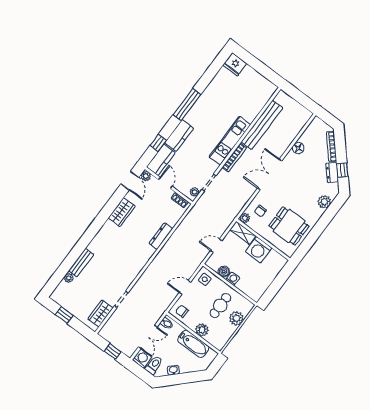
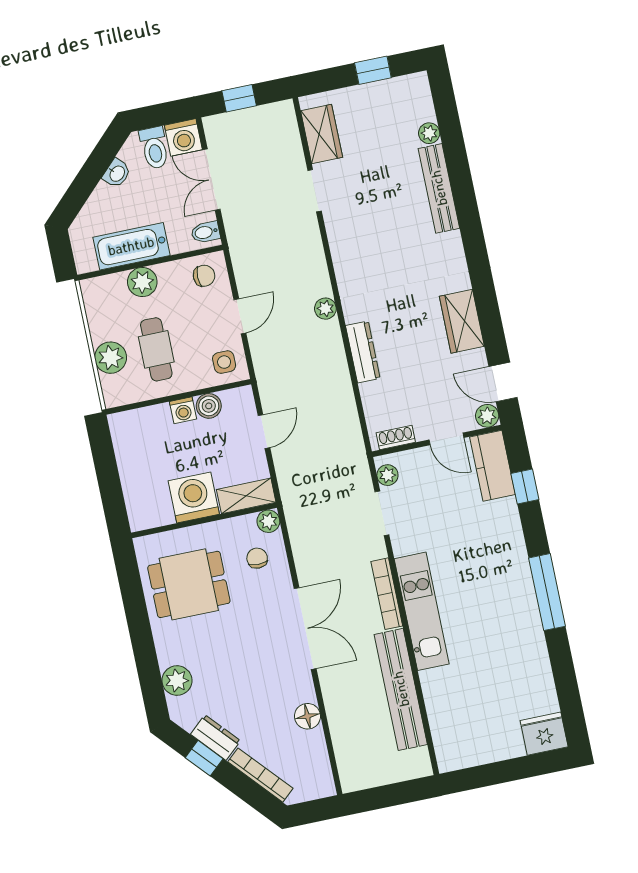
kitchen counter: (179, 136) -> (506, 533), removed
plant: (157, 261) -> (325, 309), added
bench: (81, 263) -> (439, 188), width x1.36

